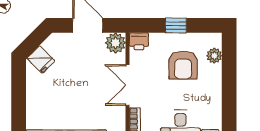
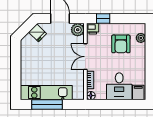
window: (176, 25) -> (103, 19), moved
fridge: (41, 59) -> (37, 33), moved

